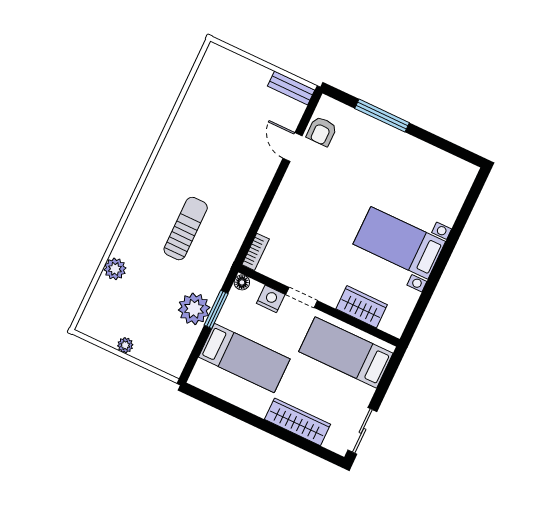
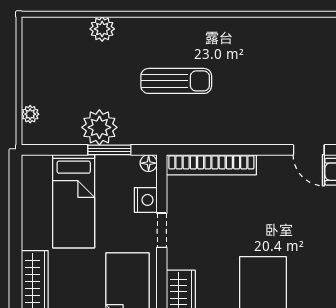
door: (293, 147) -> (309, 150), swing flipped
bookcase: (256, 252) -> (211, 165), width x2.31, depth x1.31
plant: (125, 345) -> (30, 114), moved

